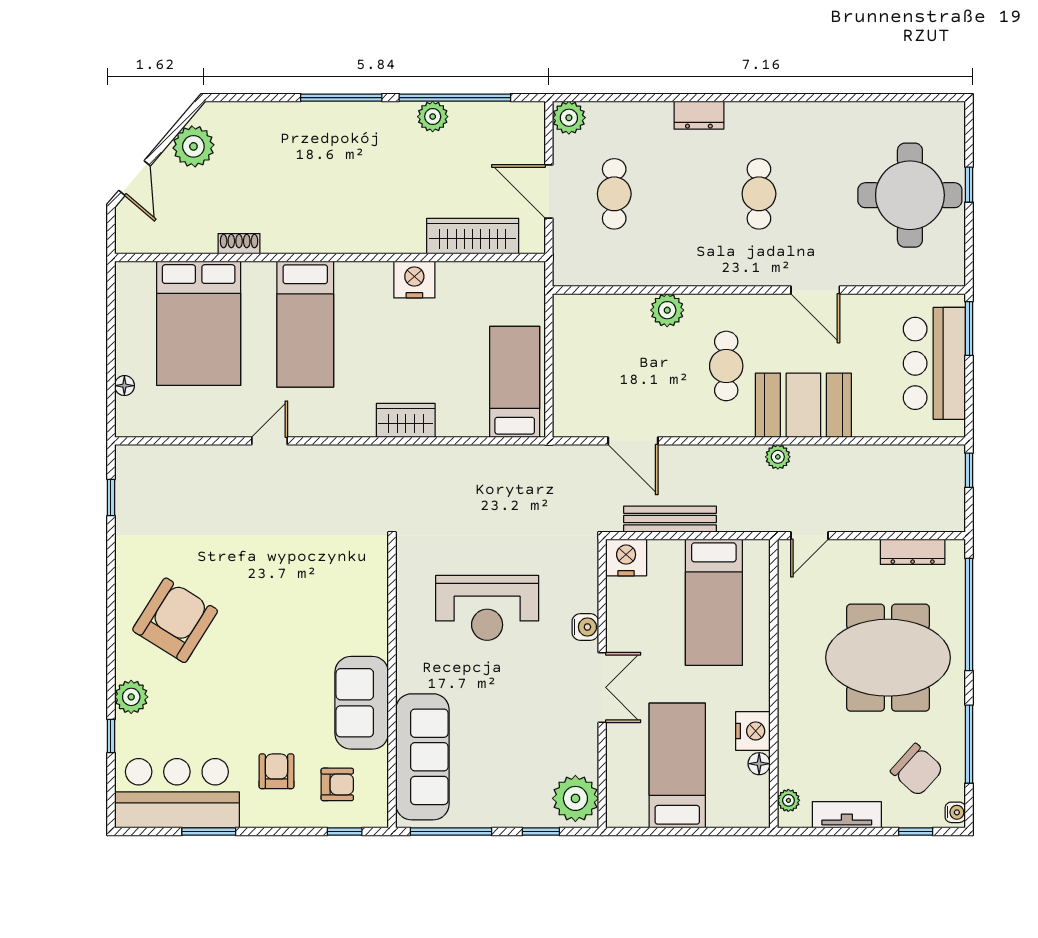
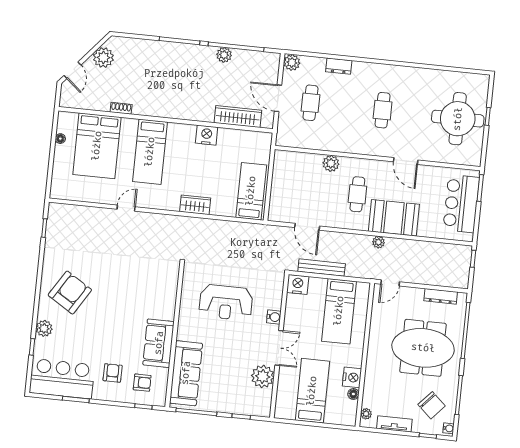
dresser: (699, 115) -> (339, 66), moved
floor lamp: (124, 386) -> (60, 139), moved
plant: (575, 798) -> (263, 376), moved

